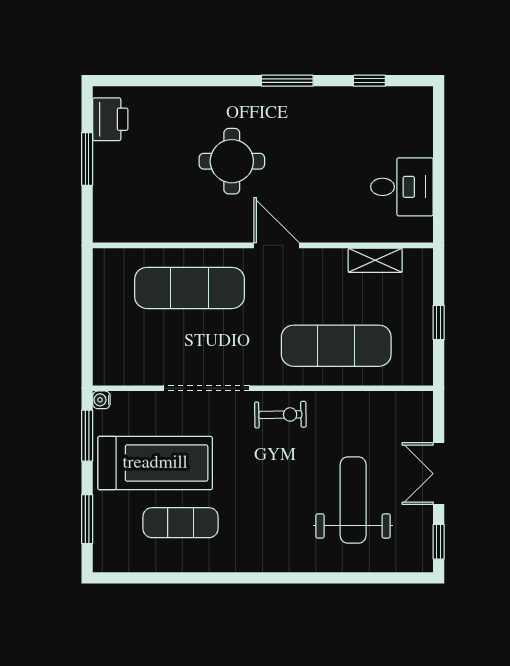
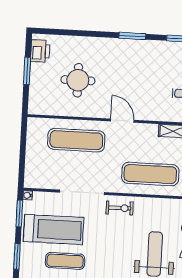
round table: (232, 161) -> (78, 80), moved

